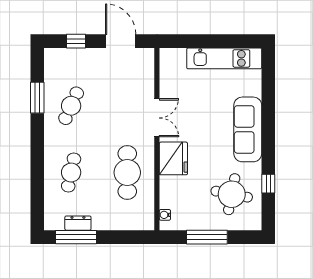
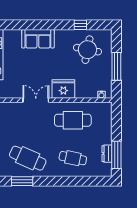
cafe table: (71, 106) -> (28, 158), width x1.37, depth x1.35
sofa: (248, 129) -> (38, 39), width x0.73

